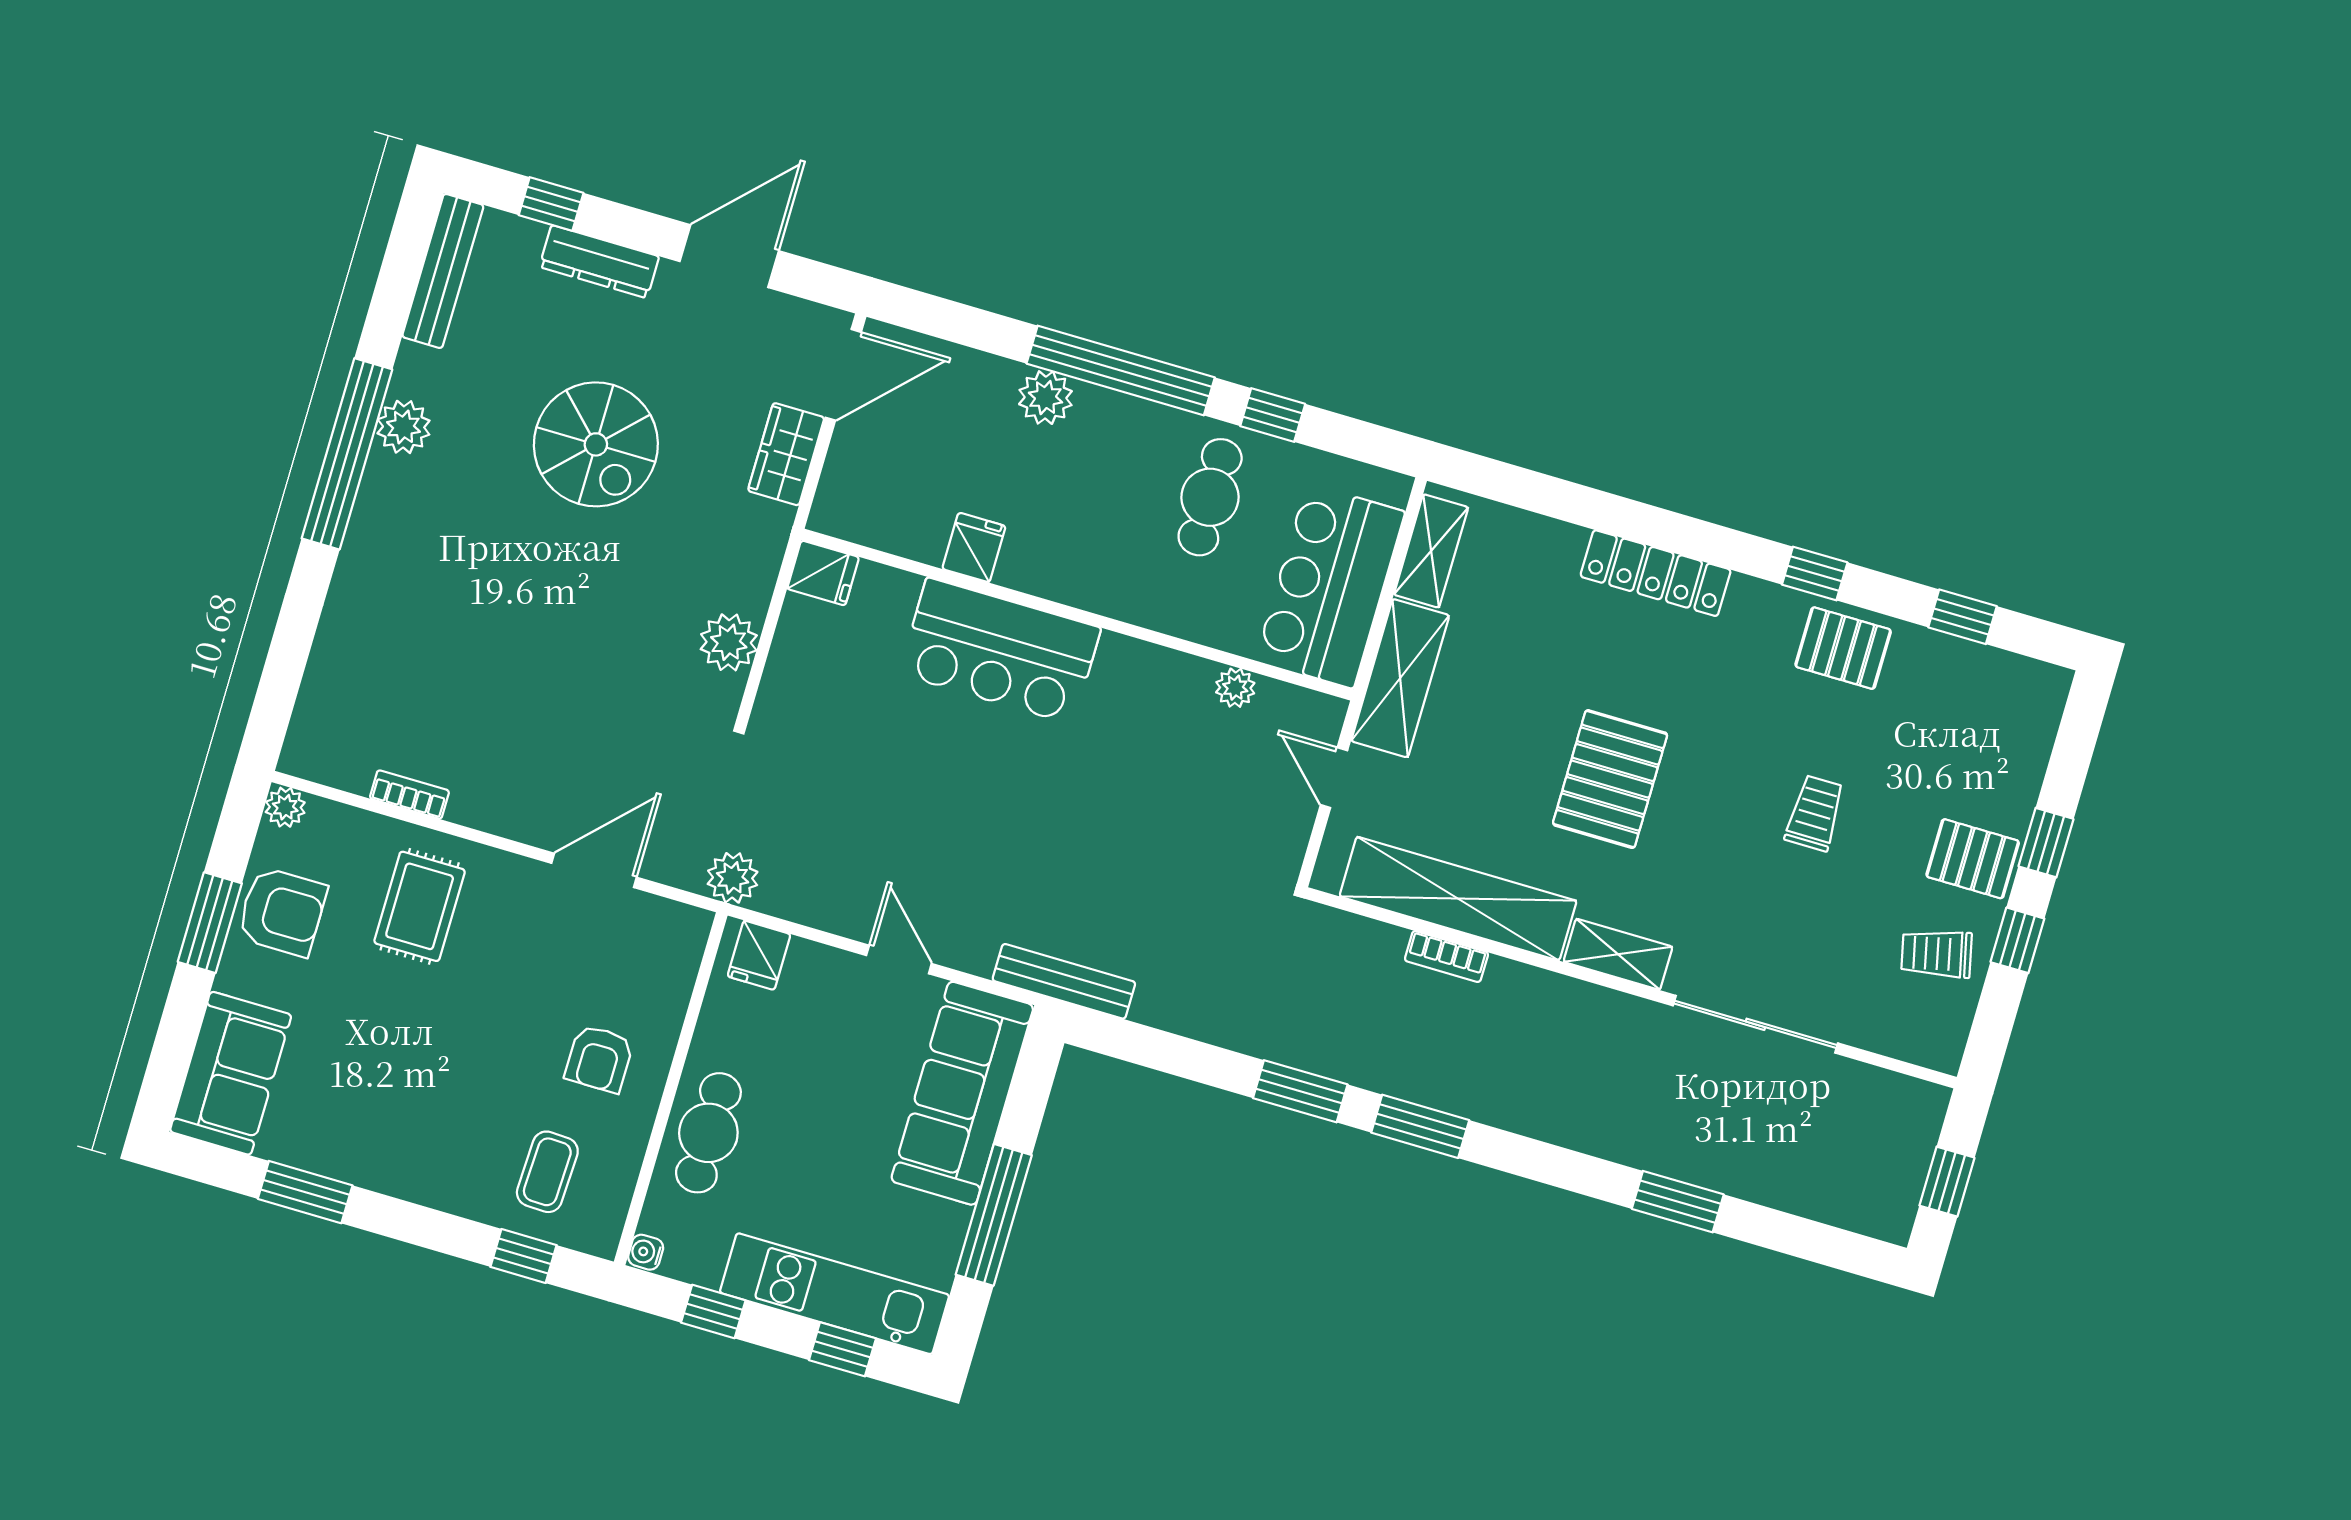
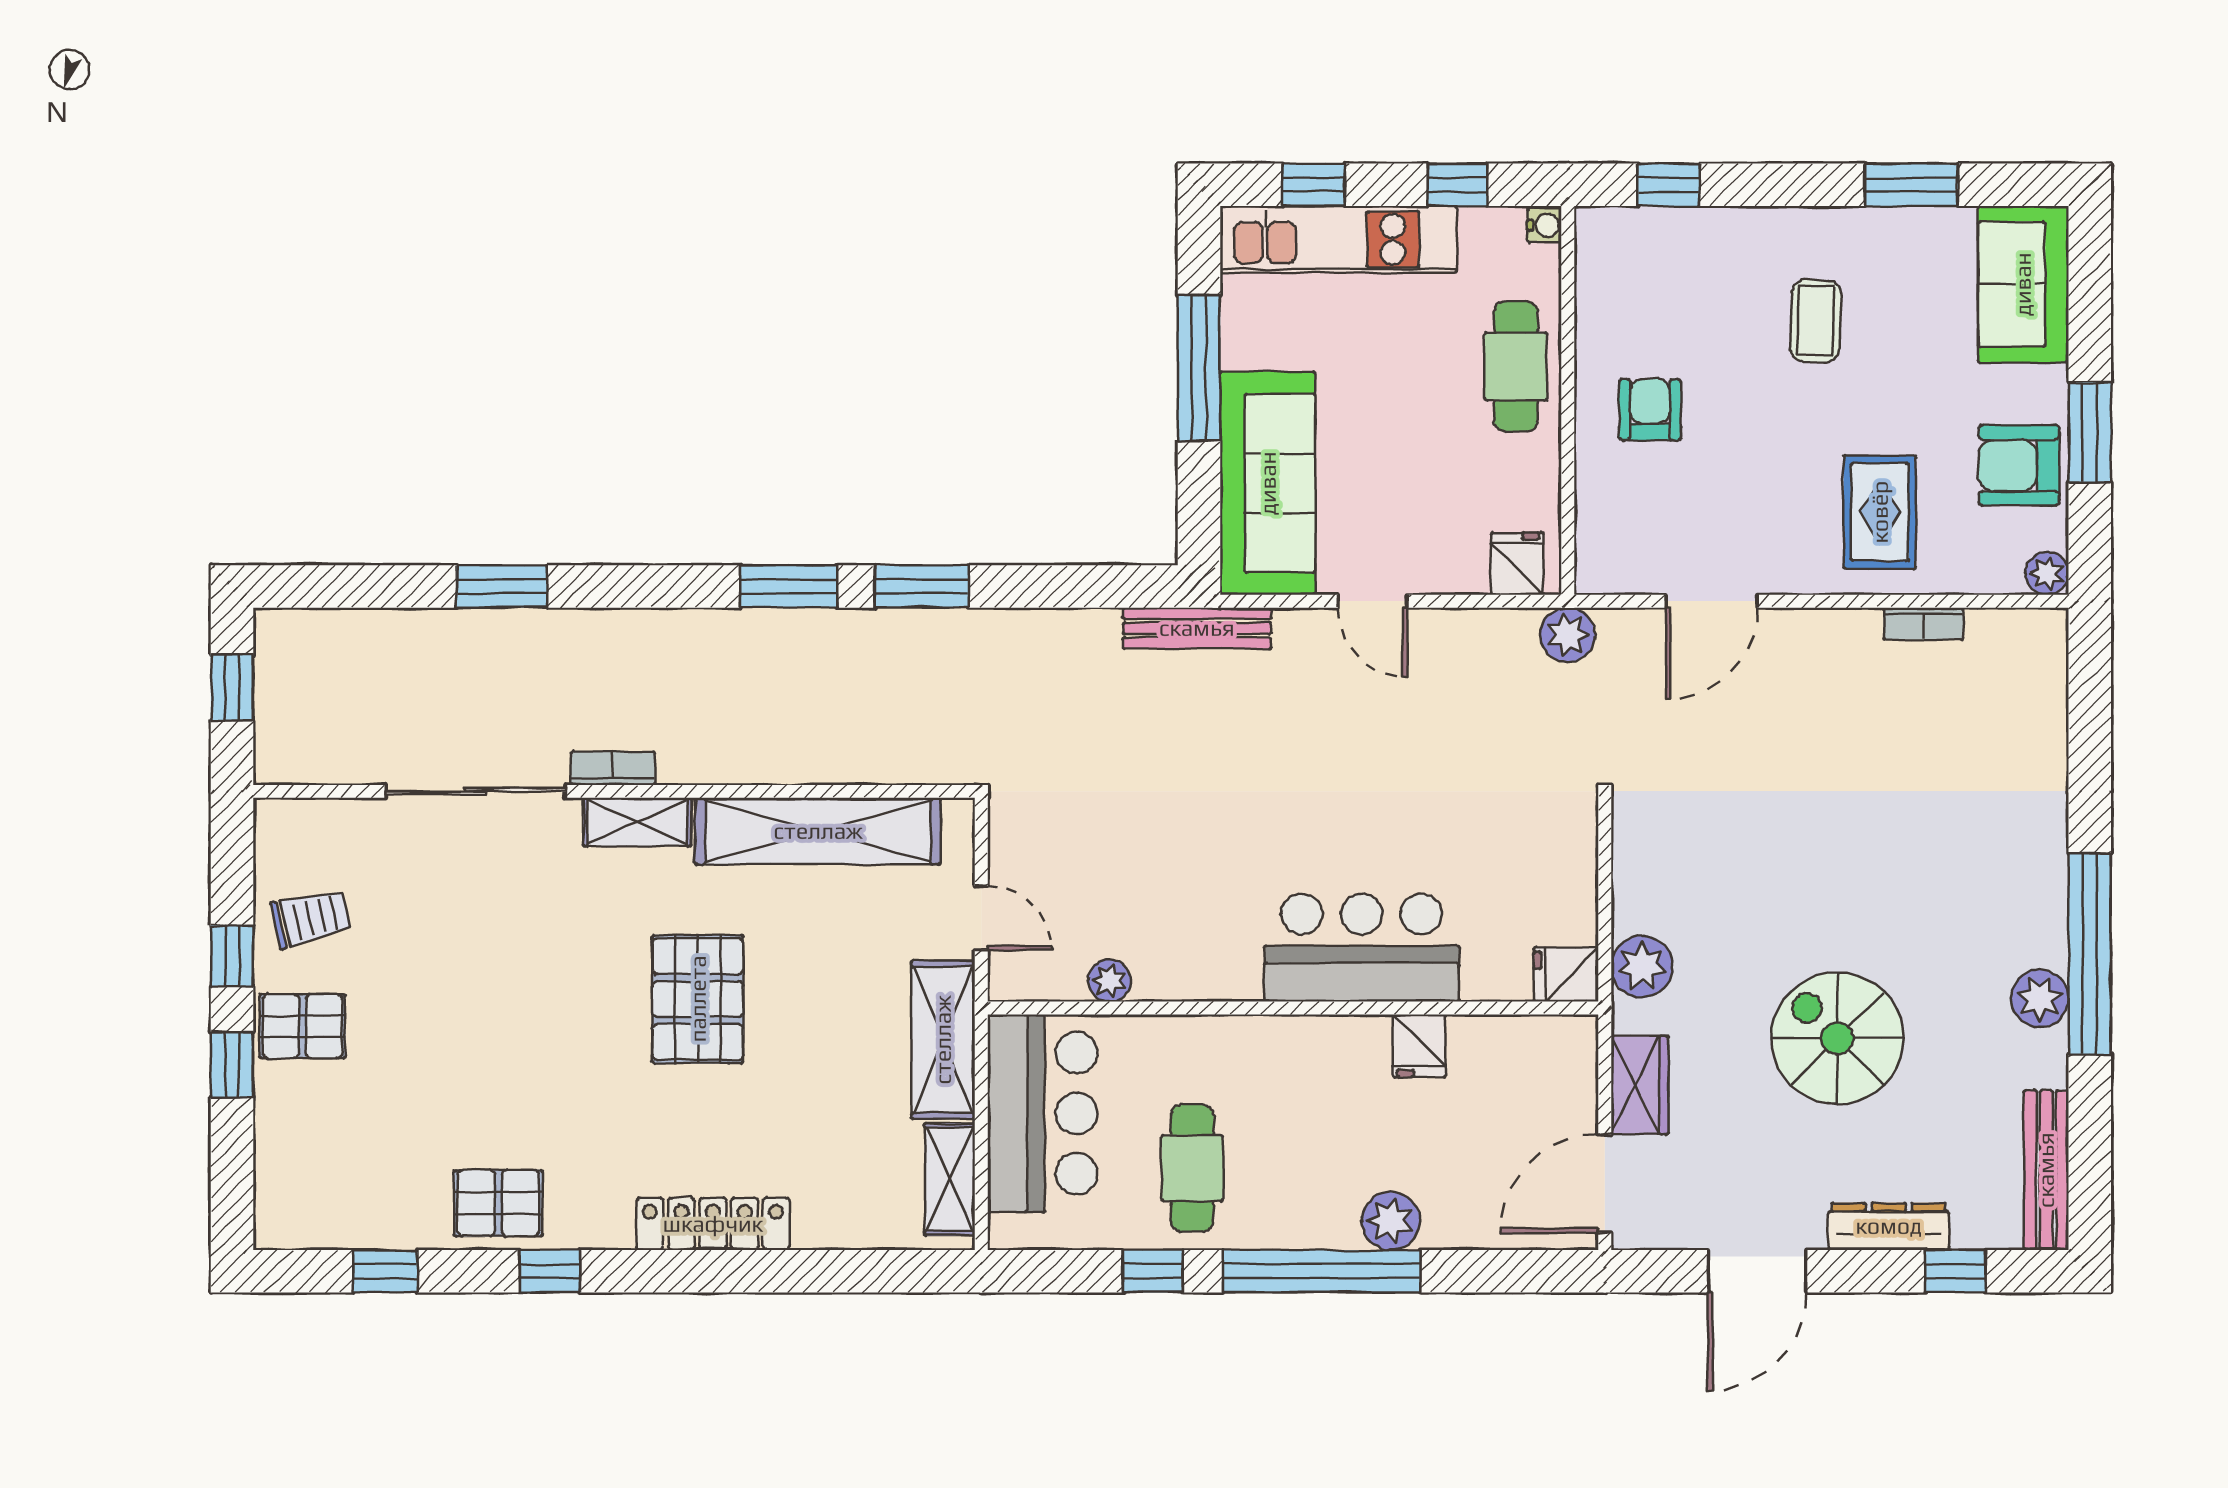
plant: (729, 642) -> (1642, 967), moved
trolley: (1815, 813) -> (478, 1026), removed
bookcase: (1446, 957) -> (613, 768), moved
coffee table: (547, 1172) -> (1816, 321), moved

